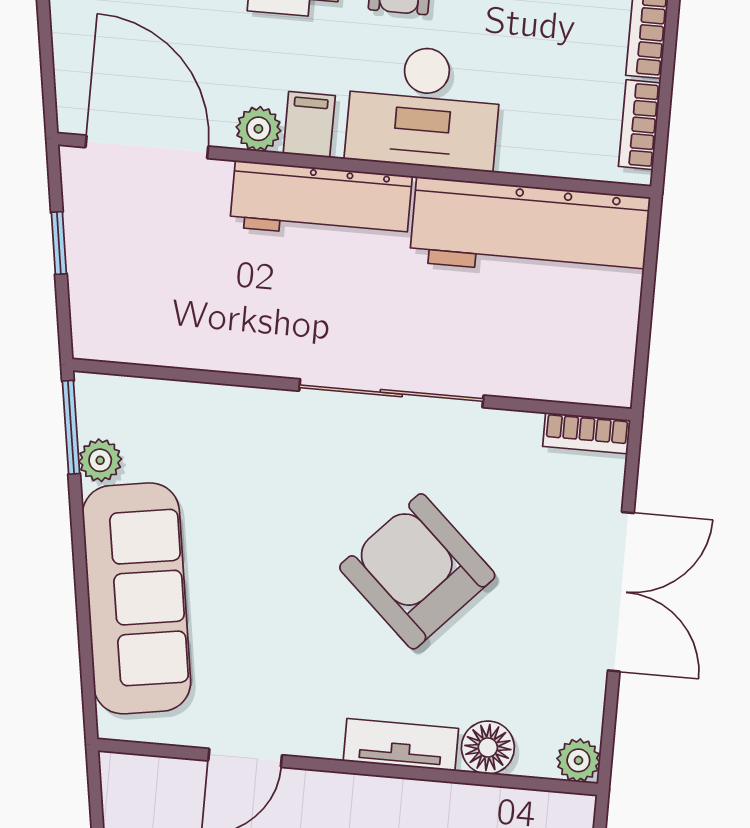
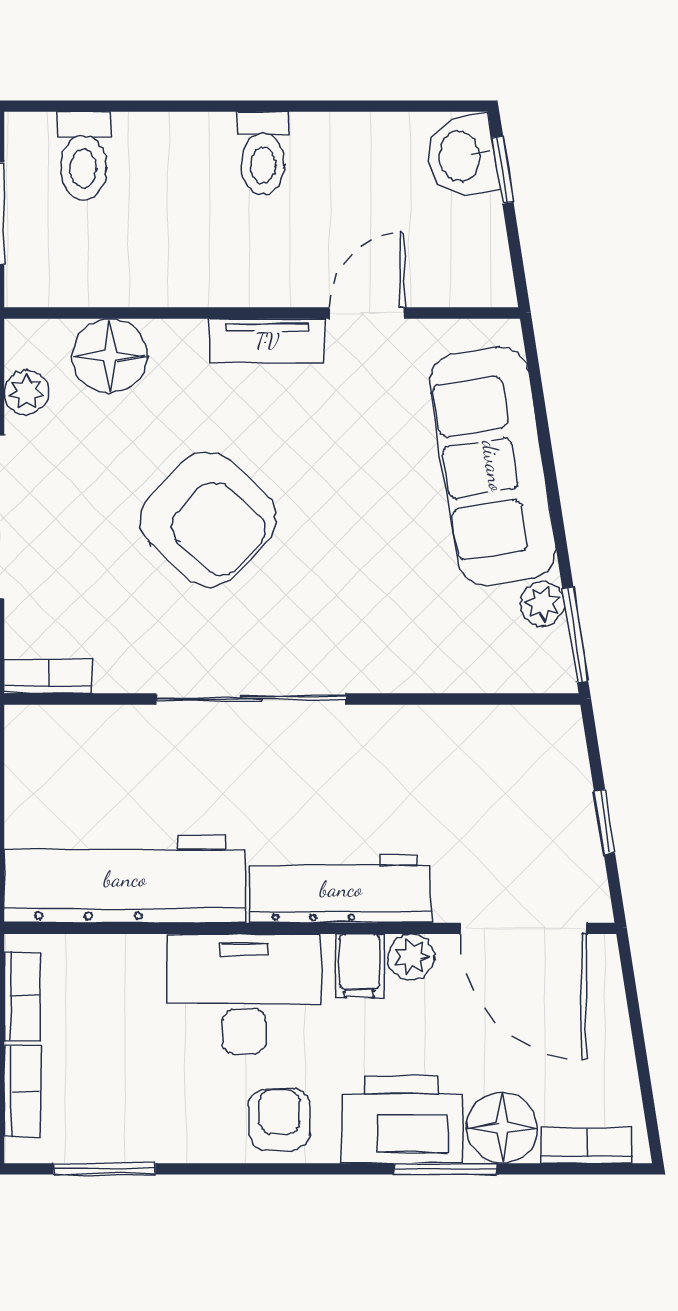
tv unit: (401, 745) -> (267, 341), moved
floor lamp: (488, 748) -> (110, 356), width x1.38, depth x1.38
plant: (578, 760) -> (26, 392), moved

